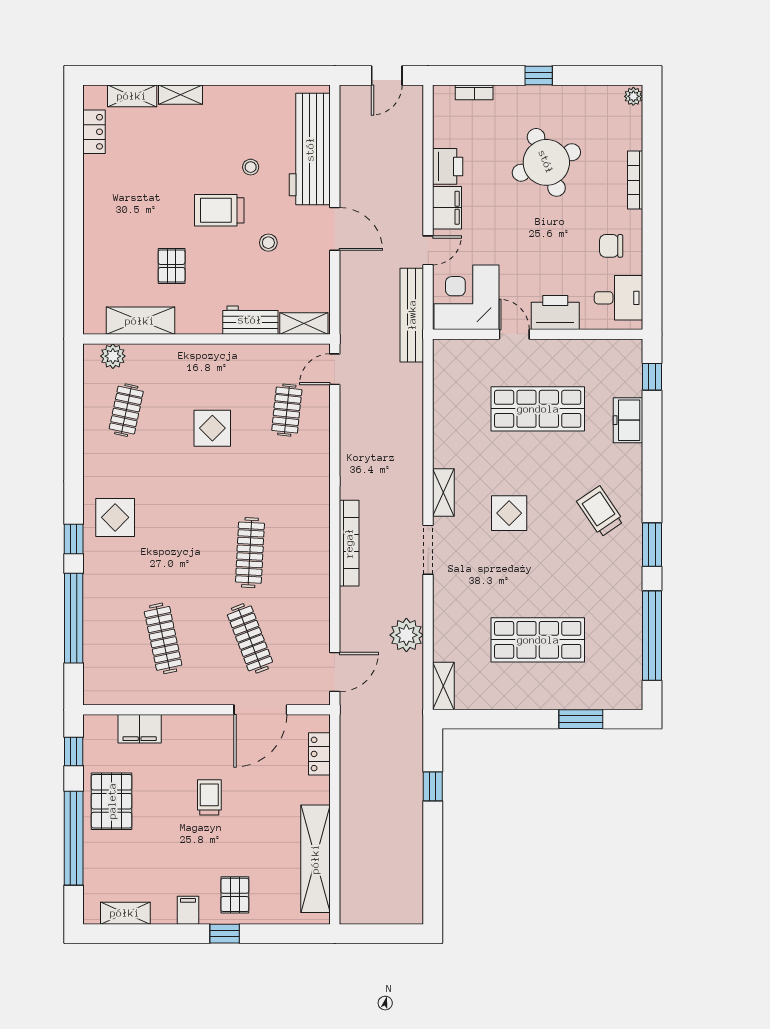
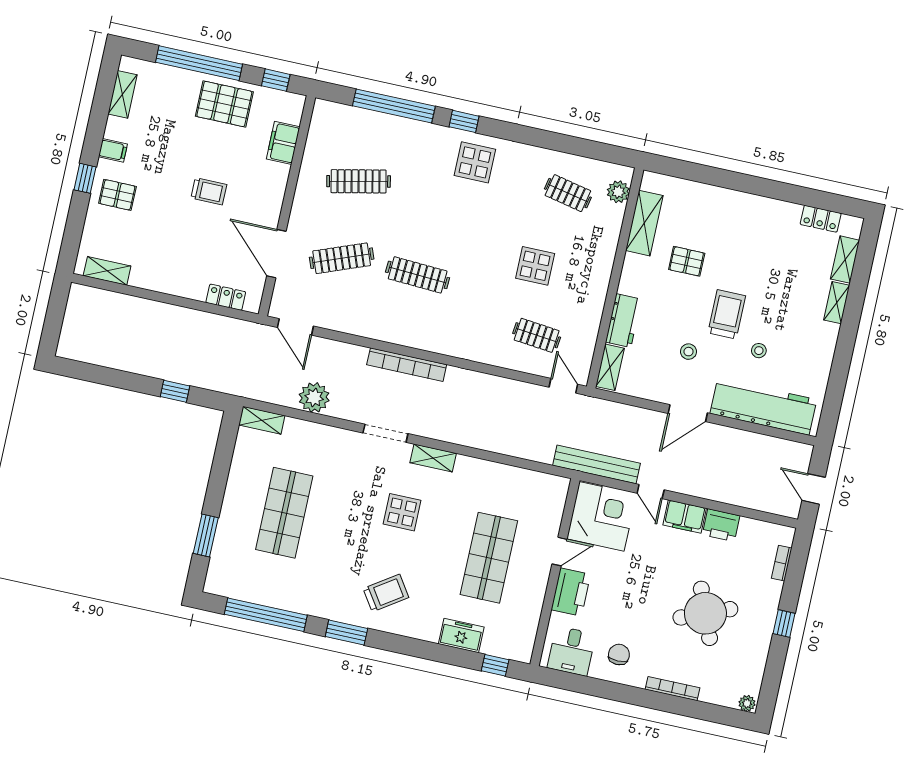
shelving: (315, 859) -> (107, 271), width x0.45, depth x0.75

